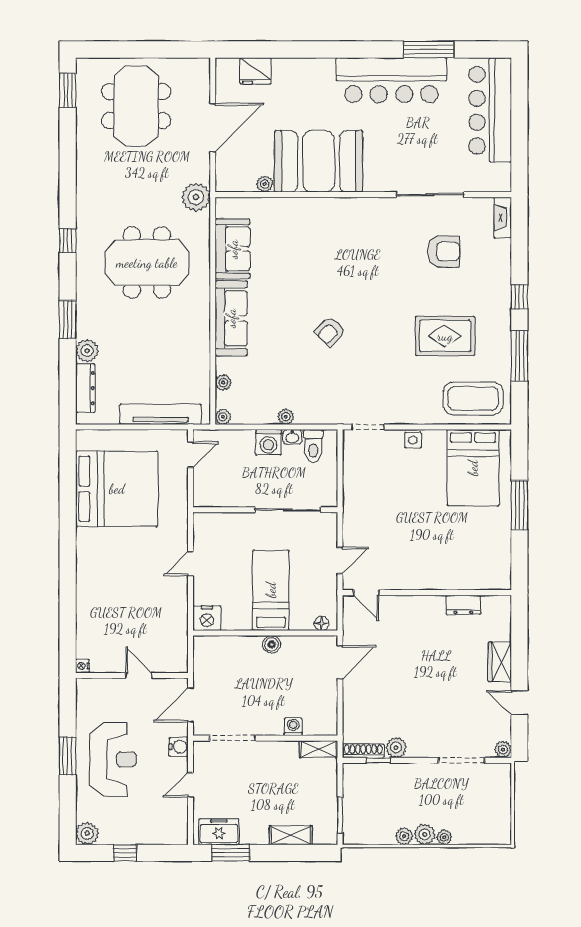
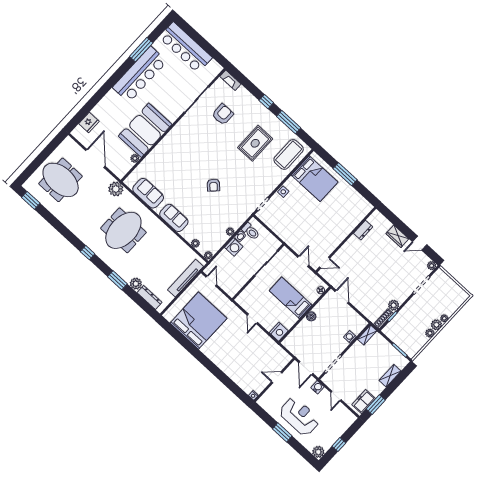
sofa: (231, 318) -> (174, 218), width x0.73

